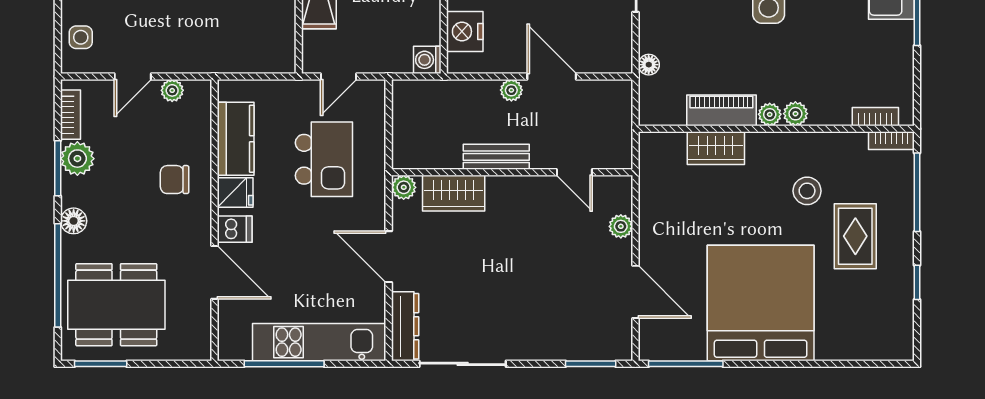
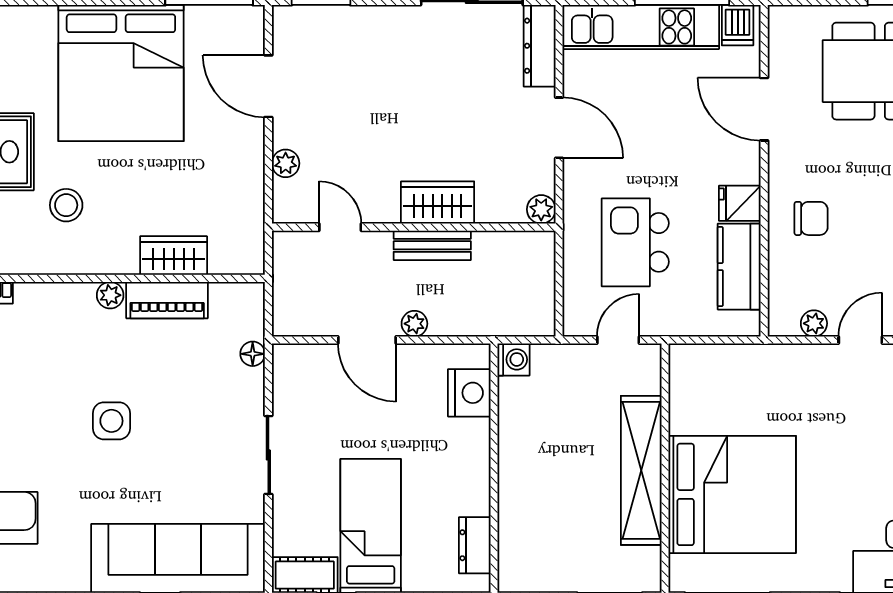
plant: (795, 114) -> (80, 296), removed
wardrobe: (454, 193) -> (438, 202), moved
dishwasher: (235, 229) -> (738, 25), moved, turned -90

